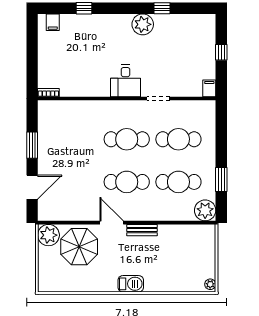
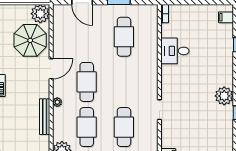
desk: (126, 81) -> (175, 51), moved
cafe table: (127, 139) -> (124, 37), moved
plant: (150, 216) -> (57, 102), added
bench: (142, 230) -> (45, 117), moved, width x1.36

